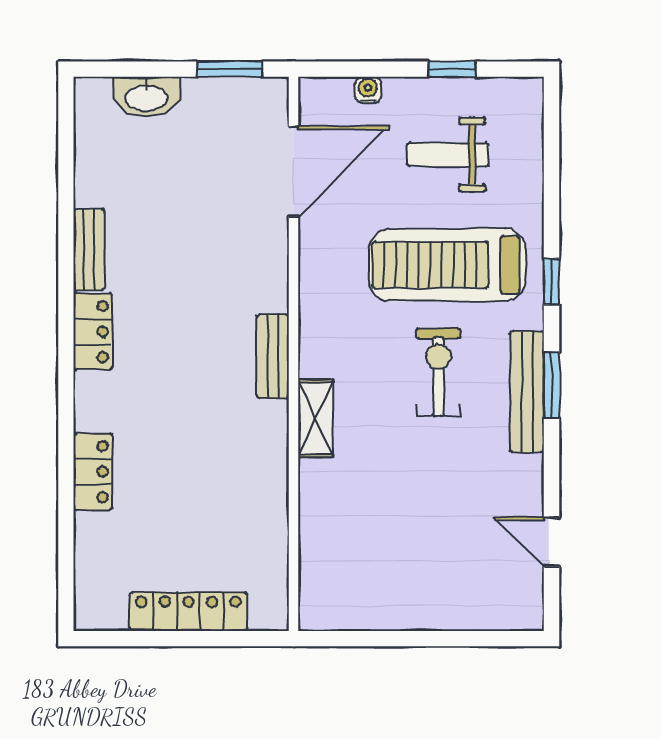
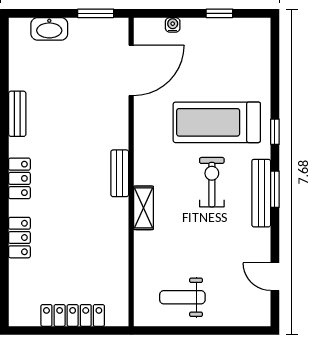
weight bench: (448, 155) -> (182, 297), moved
locker: (93, 332) -> (19, 178), moved

